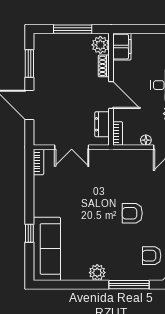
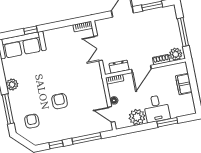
filing cabinet: (122, 47) -> (184, 84), moved, turned 90

